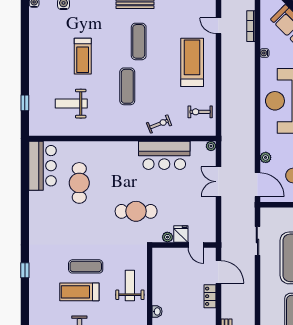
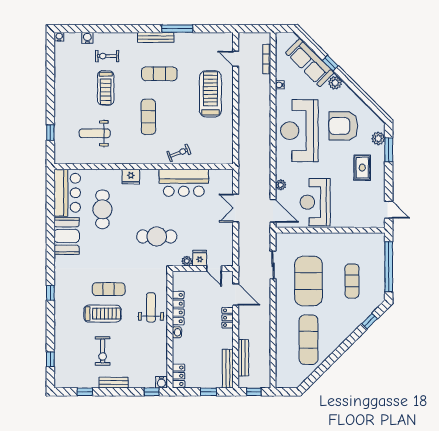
exercise mat: (139, 41) -> (159, 74), turned 90
exercise bike: (200, 112) -> (107, 56), moved
plant: (211, 146) -> (228, 174), removed
fridge: (109, 149) -> (131, 177), added
booth: (42, 211) -> (67, 236), added
locker: (158, 286) -> (178, 308), added
treadmill: (79, 292) -> (102, 314), turned 180

